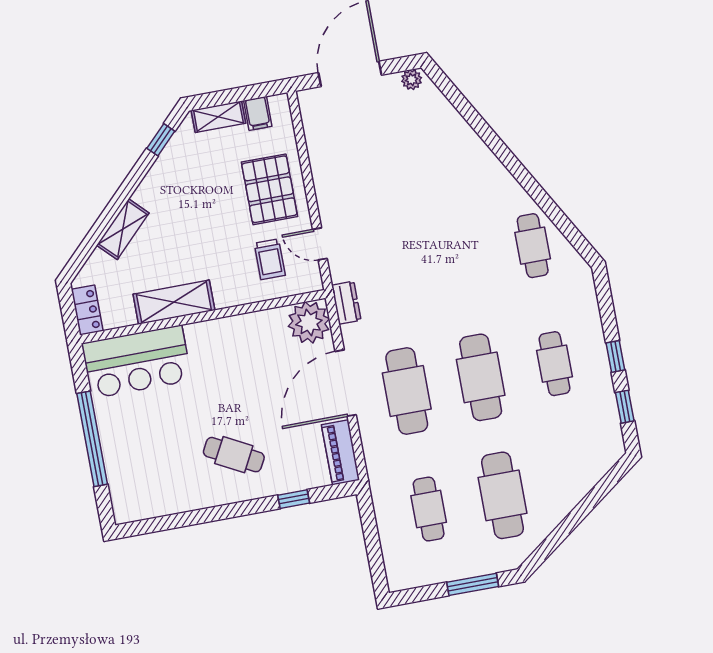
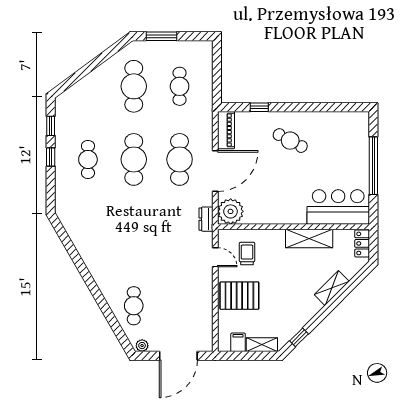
pallet: (269, 189) -> (239, 296), turned 90
cafe table: (533, 246) -> (134, 306), moved

